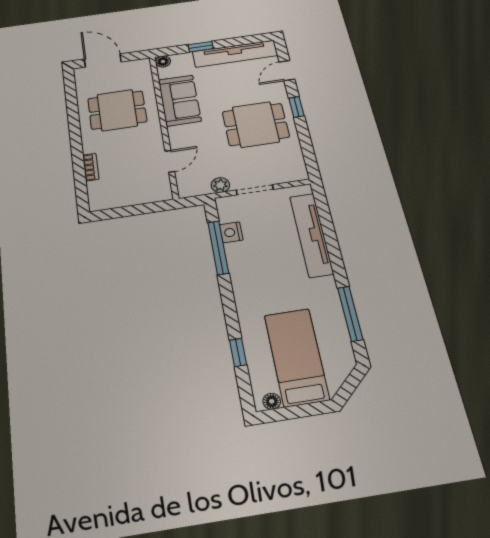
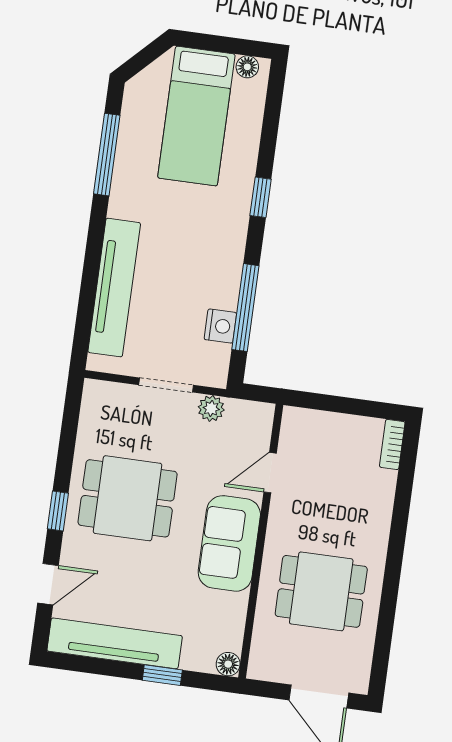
sofa: (180, 100) -> (229, 543), moved
bookcase: (91, 167) -> (392, 444), moved
window: (238, 352) -> (261, 197), moved

